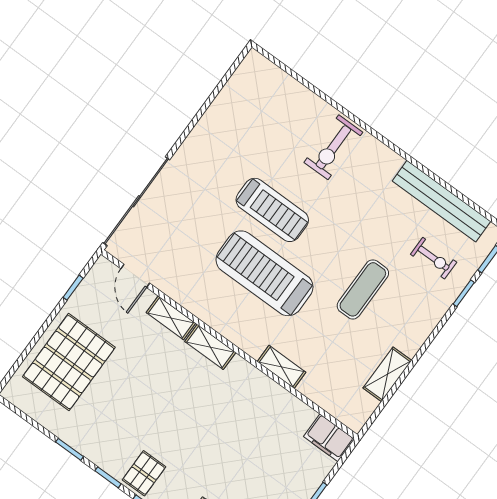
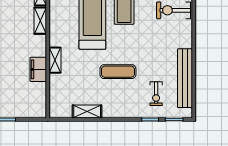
filing cabinet: (329, 438) -> (38, 69), moved

